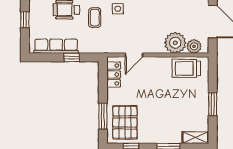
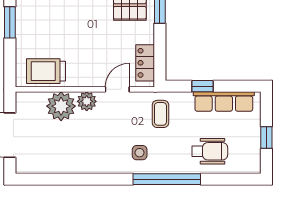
coffee table: (95, 18) -> (160, 114), moved
plant: (194, 46) -> (87, 101), moved
trolley: (186, 68) -> (46, 71), turned 180

